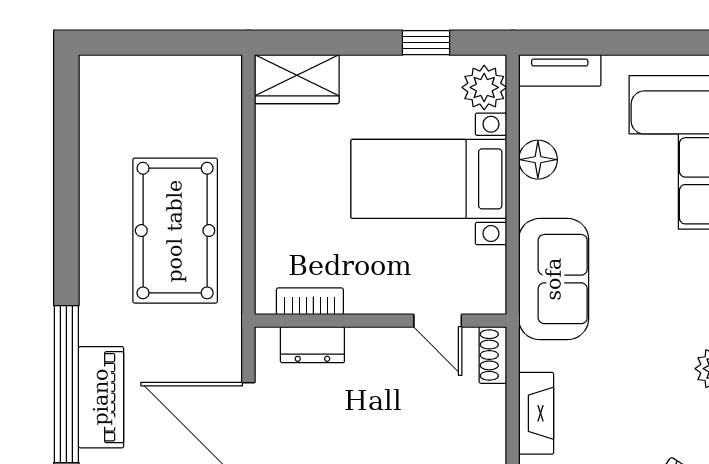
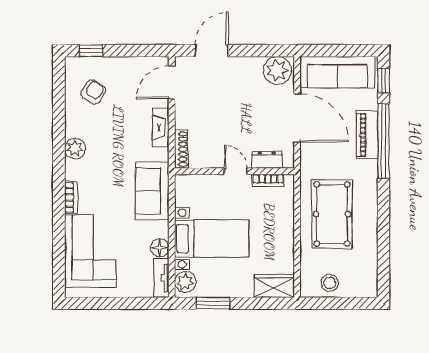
window: (426, 43) -> (213, 303), width x1.50
tv unit: (560, 70) -> (161, 278), moved, turned -90
stool: (180, 86) -> (330, 283), added
door: (438, 321) -> (236, 171), moved
shoe rack: (493, 355) -> (181, 149), width x1.43

